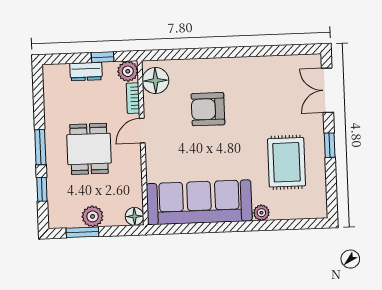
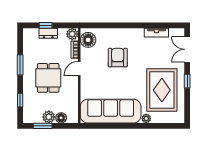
window: (103, 57) -> (46, 25), moved
tv unit: (273, 63) -> (156, 33), added
armchair: (208, 109) -> (118, 58), turned 90
window: (40, 147) -> (20, 65), moved
rug: (286, 162) -> (162, 90), width x1.37, depth x1.44
floor lamp: (134, 216) -> (61, 118), moved

